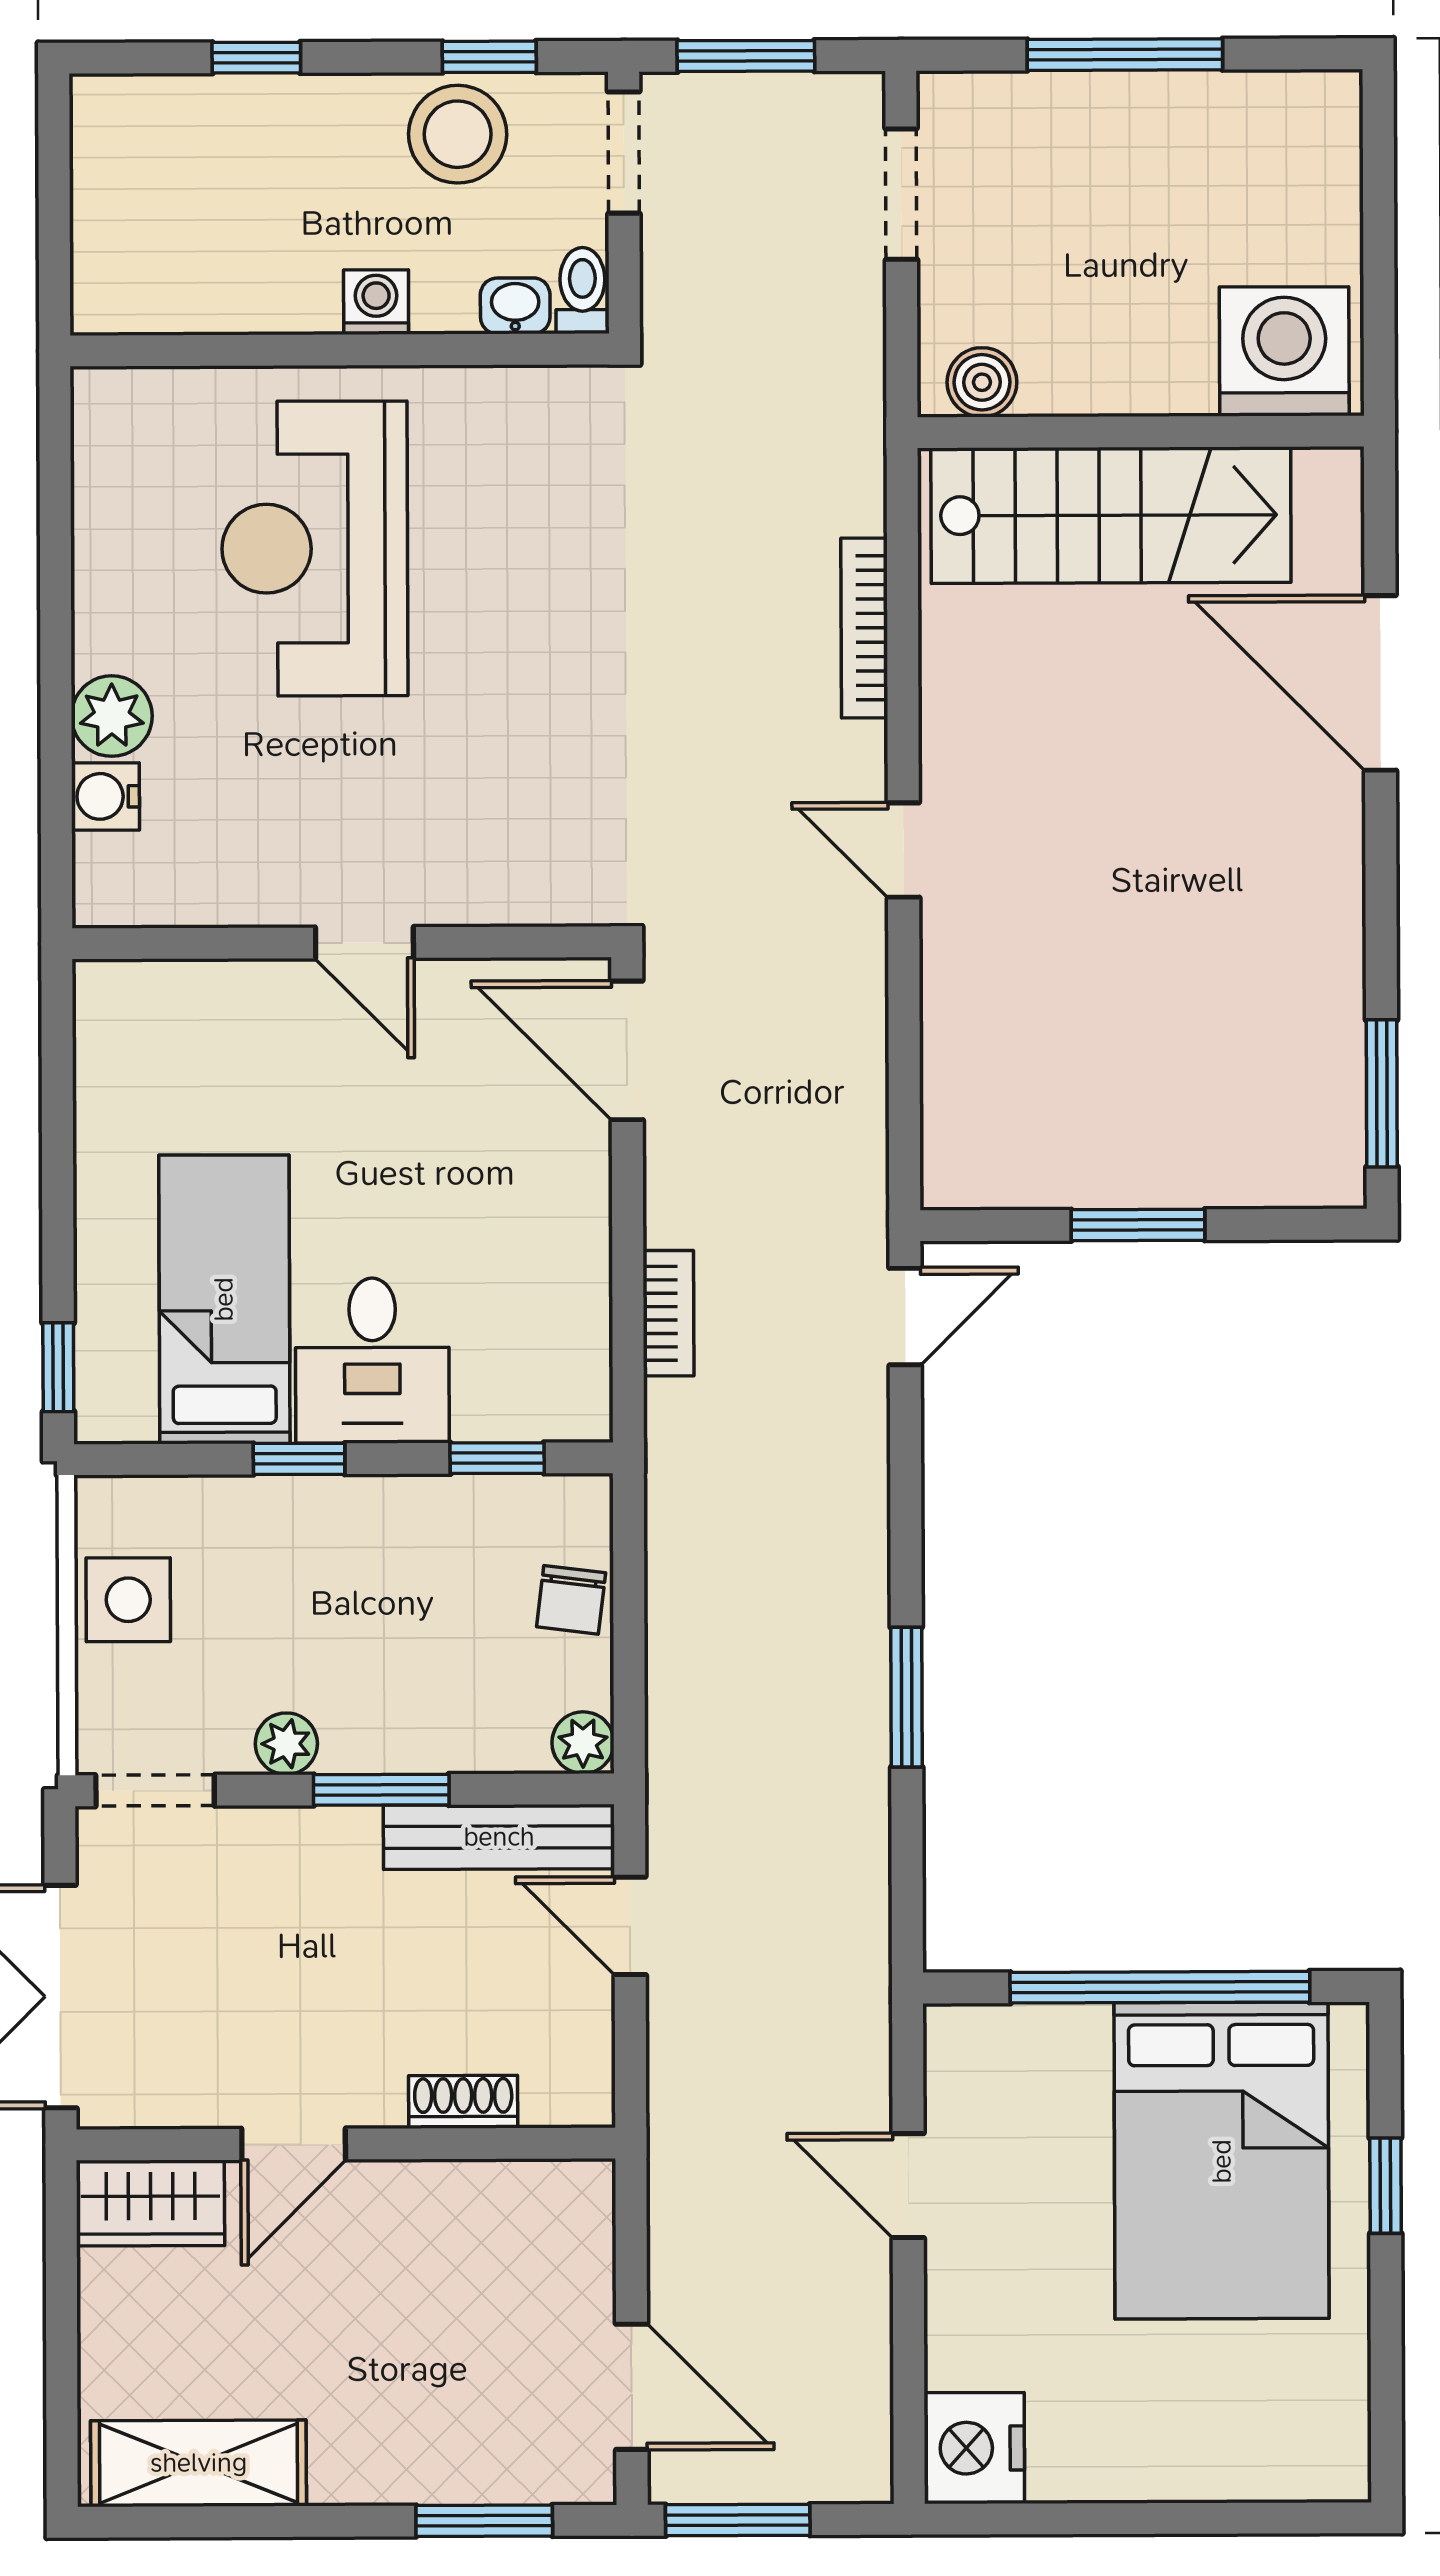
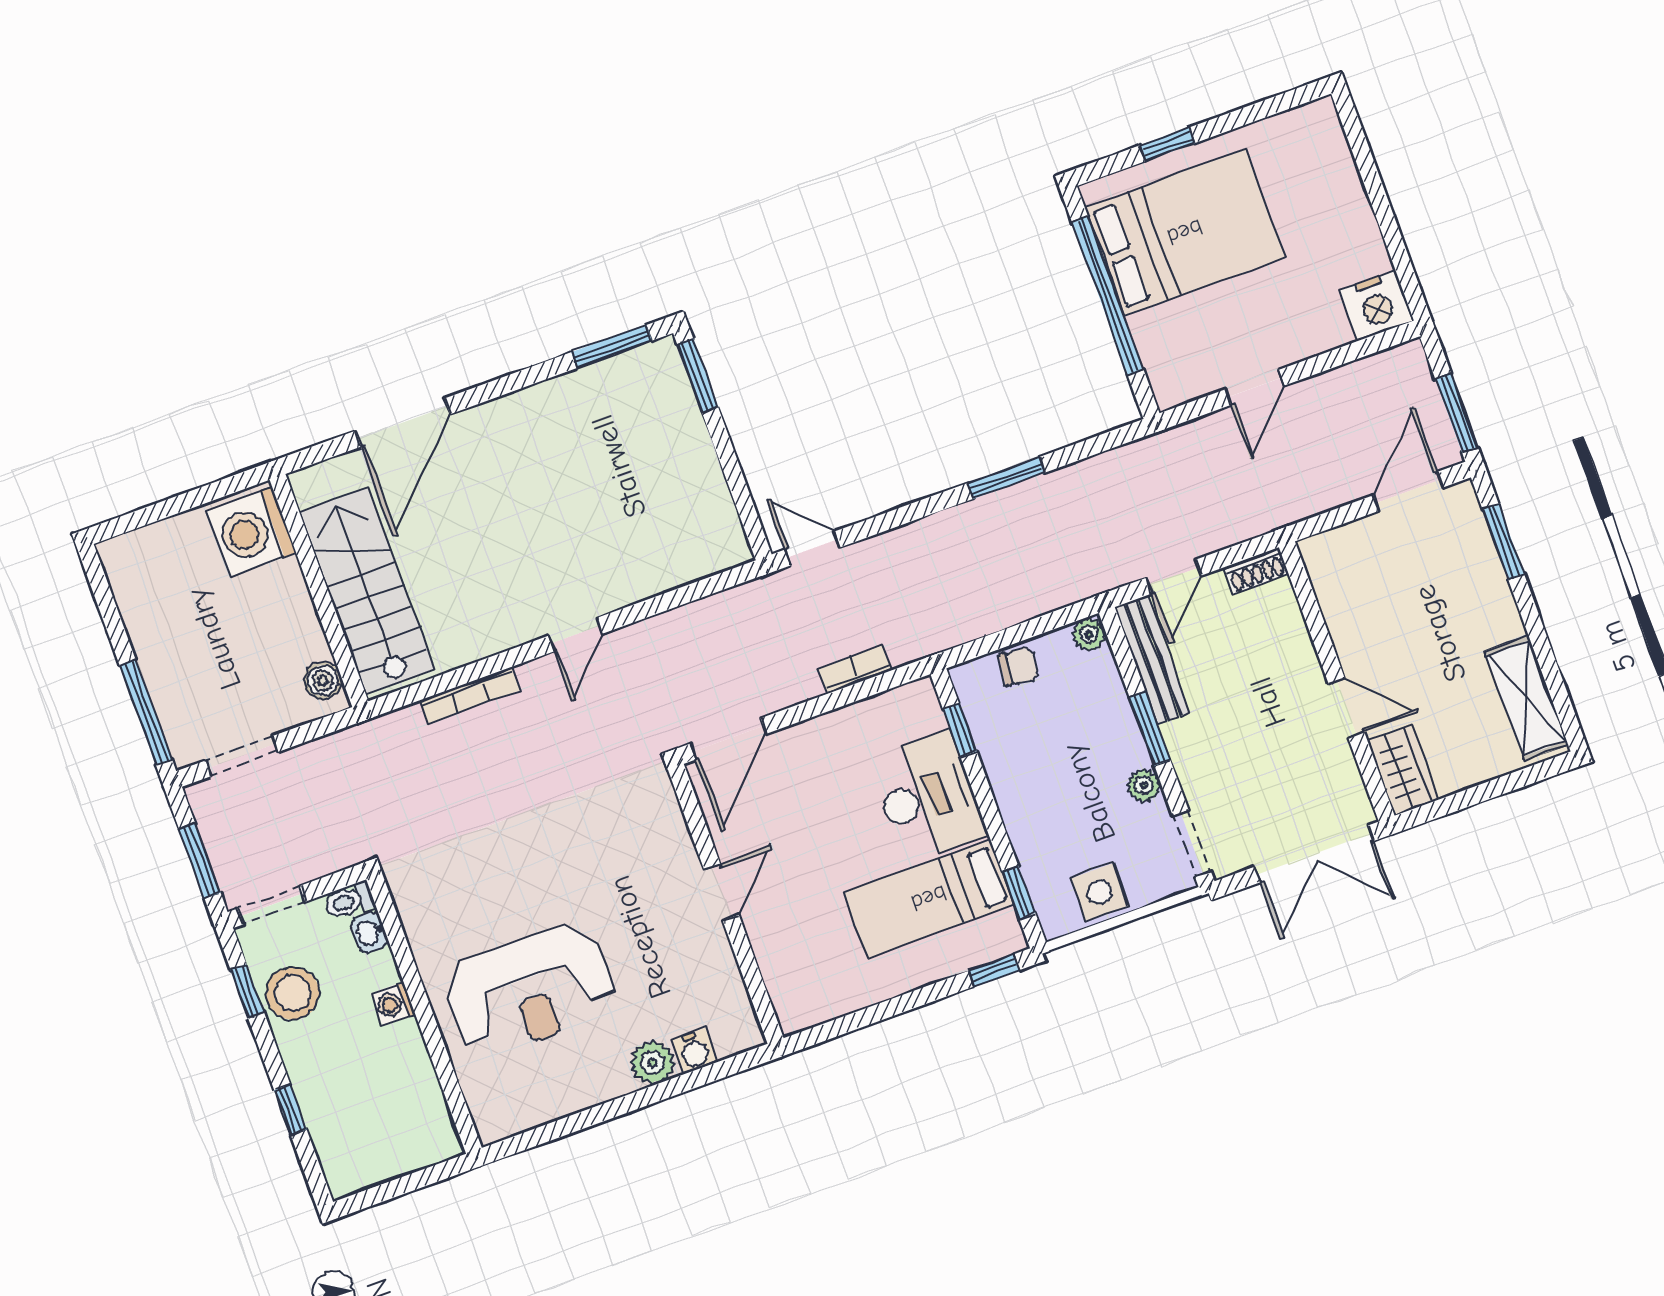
window: (1125, 55) -> (146, 713), moved
window: (1138, 1225) -> (698, 376), moved
desk: (372, 1361) -> (928, 797), width x1.37
window: (299, 1459) -> (1019, 892), moved
shoe rack: (463, 2102) -> (1256, 571), moved, turned -90

